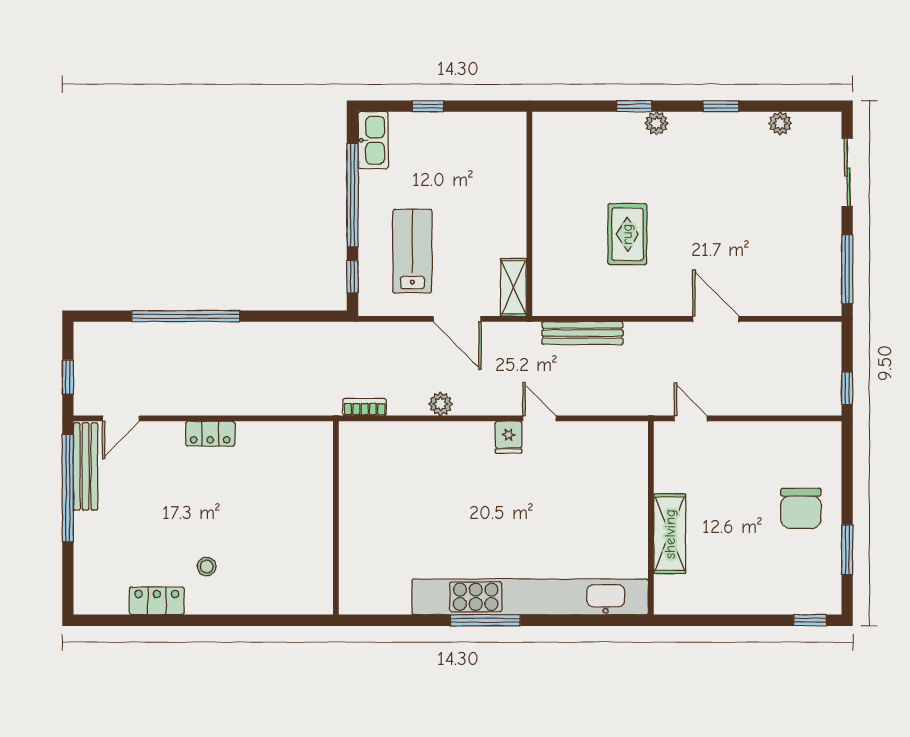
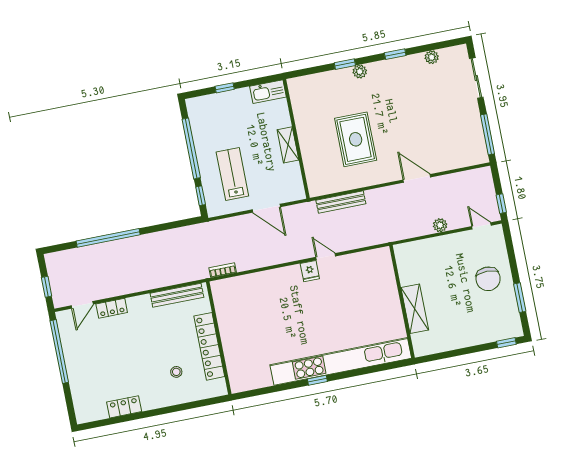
kitchen sink: (373, 140) -> (268, 92), moved, turned 90
rug: (627, 234) -> (356, 139), width x1.36, depth x1.43
shelving: (514, 287) -> (288, 145), moved
plant: (441, 404) -> (440, 225), moved
door: (691, 418) -> (481, 226), moved
locker: (210, 434) -> (112, 308), moved
bench: (86, 466) -> (177, 295), moved, turned 90
locker: (317, 529) -> (209, 346), added
stool: (207, 566) -> (176, 372), moved
window: (485, 620) -> (317, 380), width x0.46

